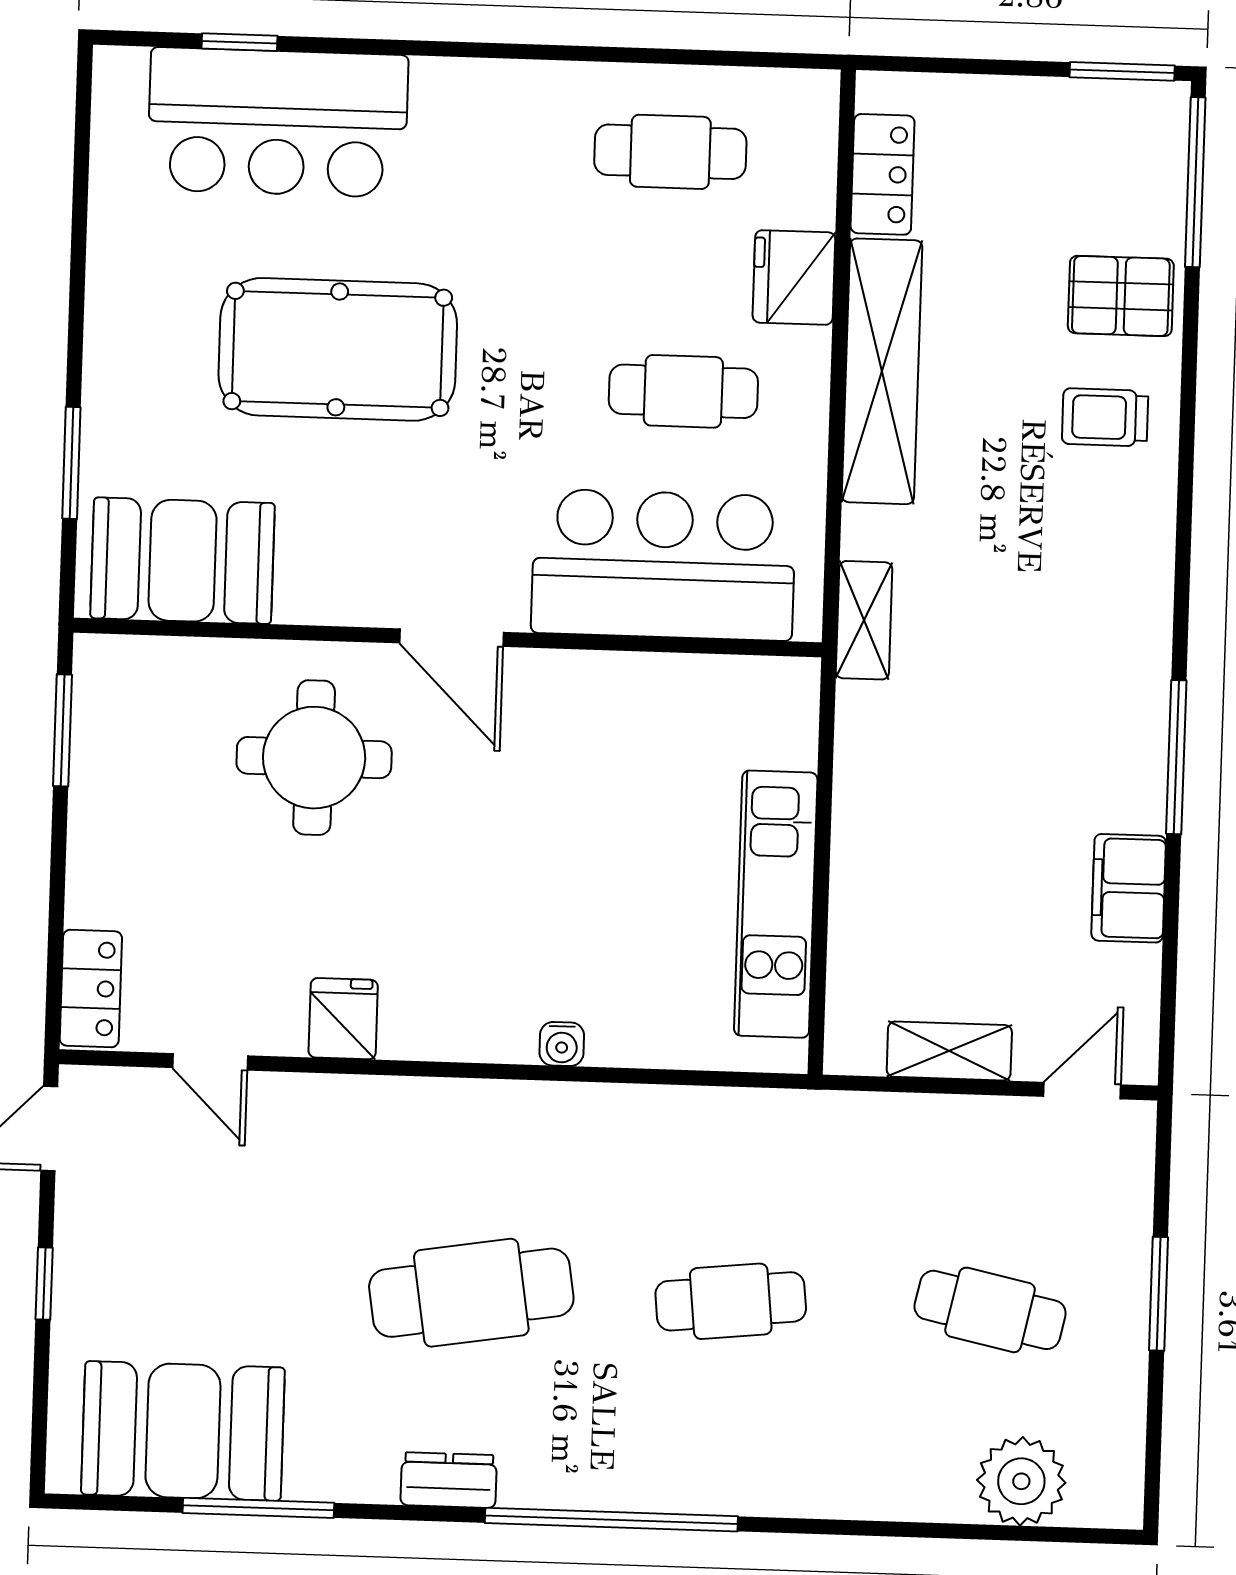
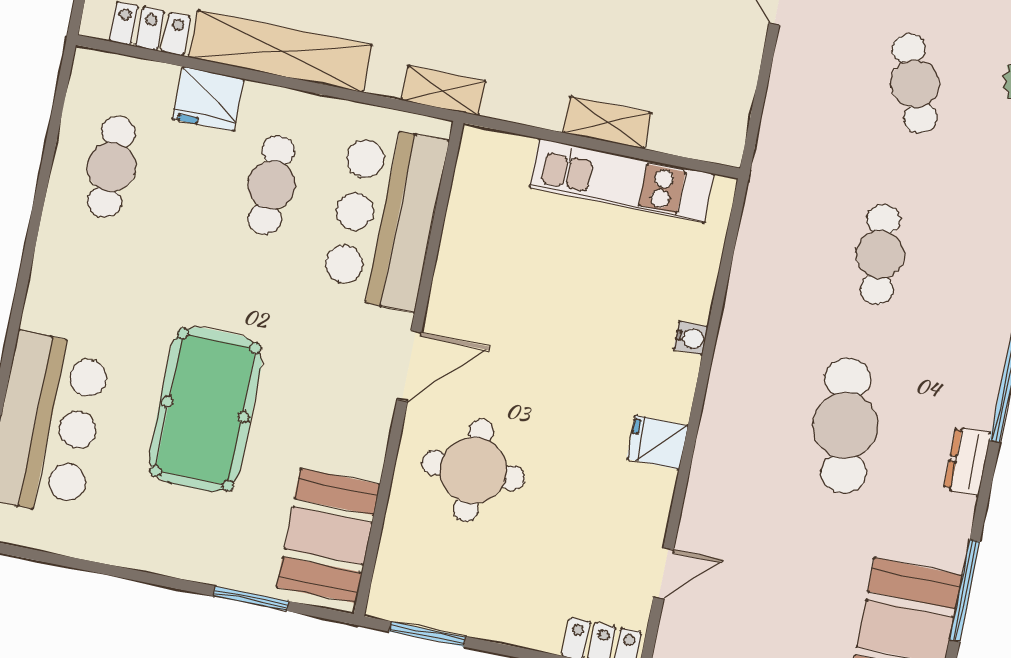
fridge: (343, 1019) -> (657, 442), moved
shelving: (949, 1051) -> (607, 123), moved, turned 90
cafe table: (990, 1310) -> (915, 84), turned -33

